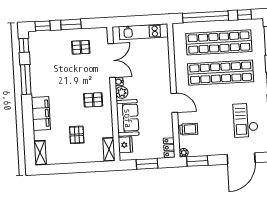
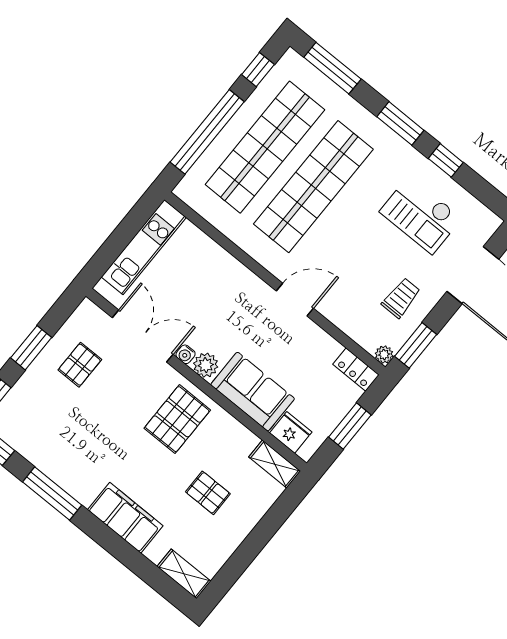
pallet: (93, 100) -> (177, 419), width x1.50, depth x1.42
trolley: (189, 129) -> (401, 298), moved

